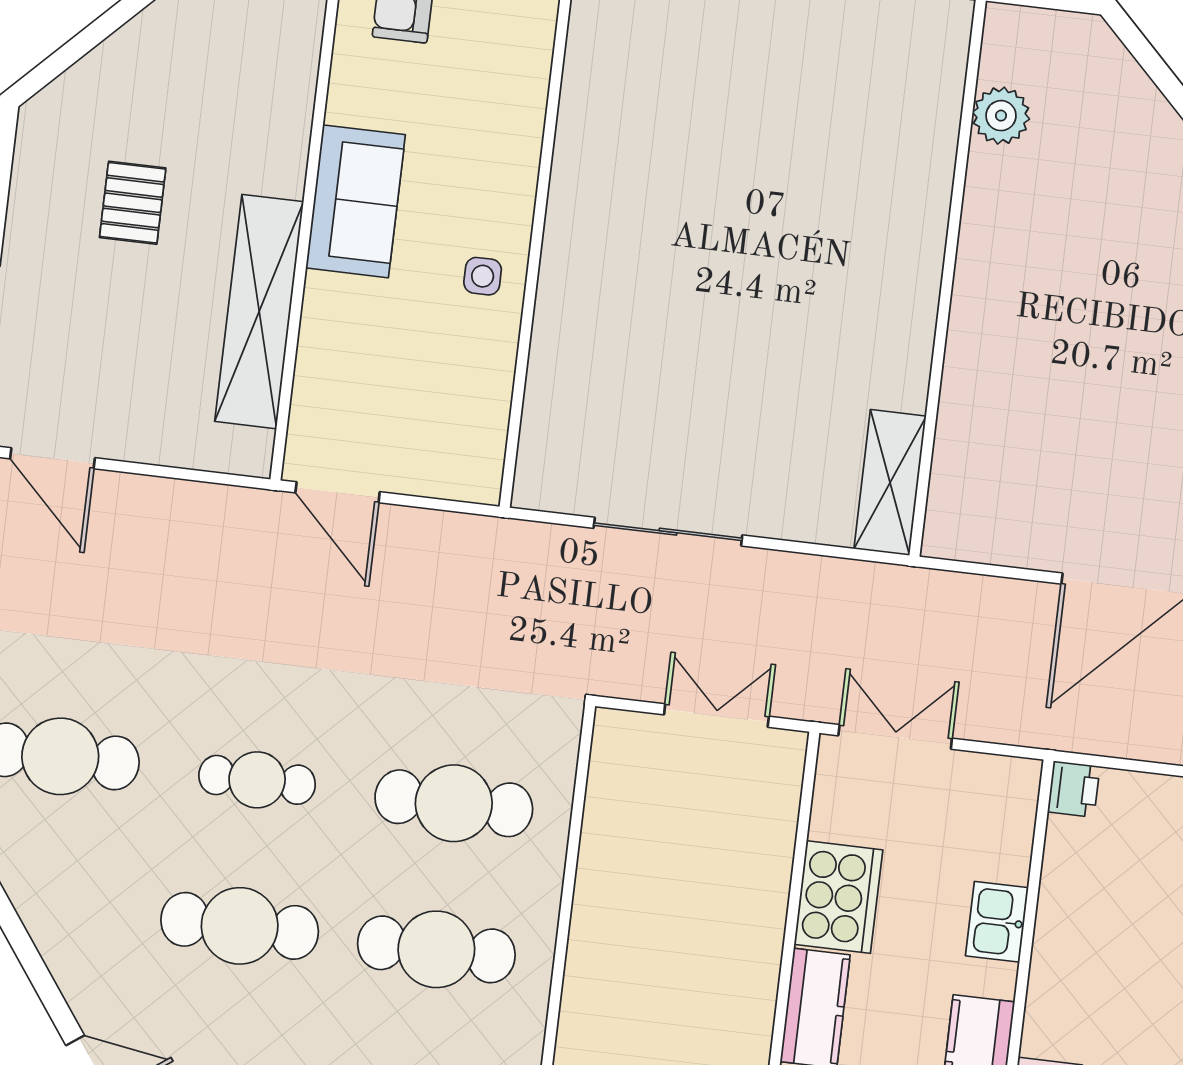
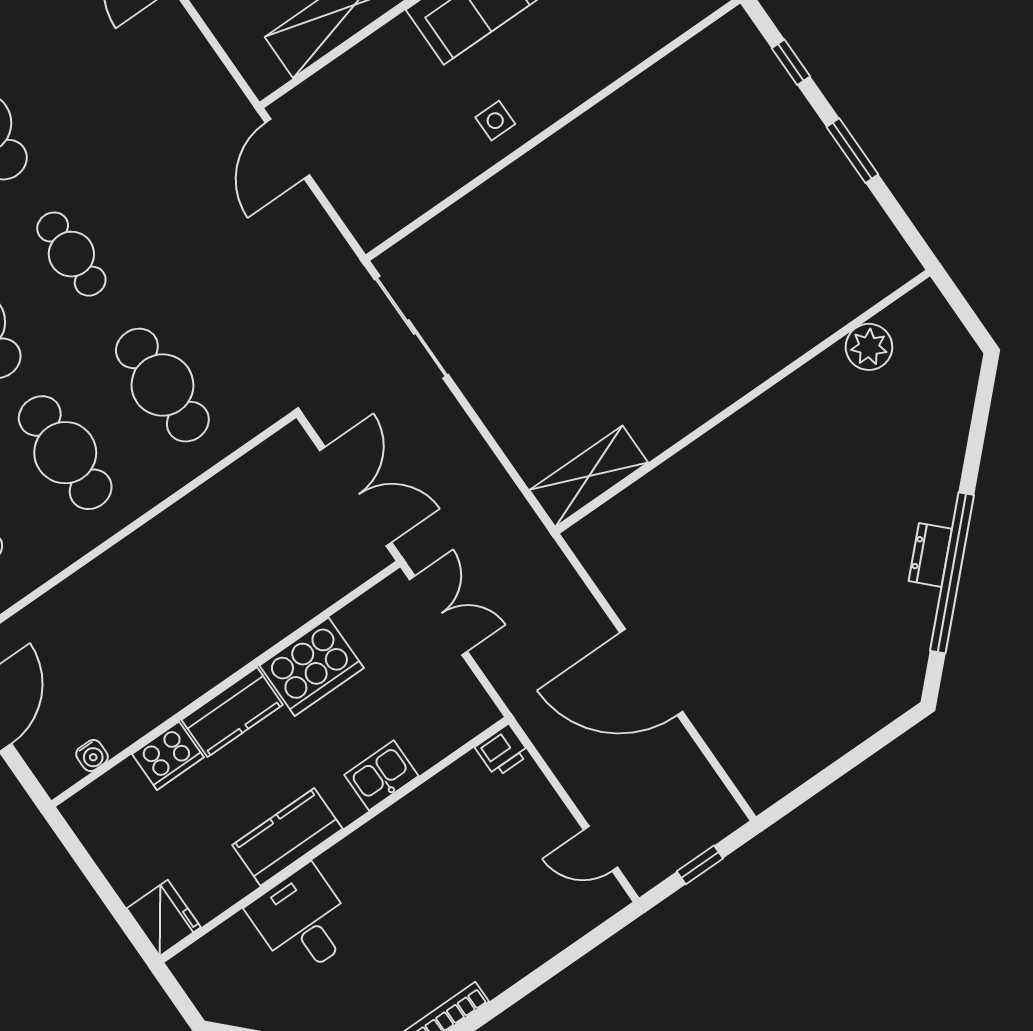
sliding door: (668, 532) -> (411, 327), moved
double door: (716, 716) -> (356, 496), width x1.37

